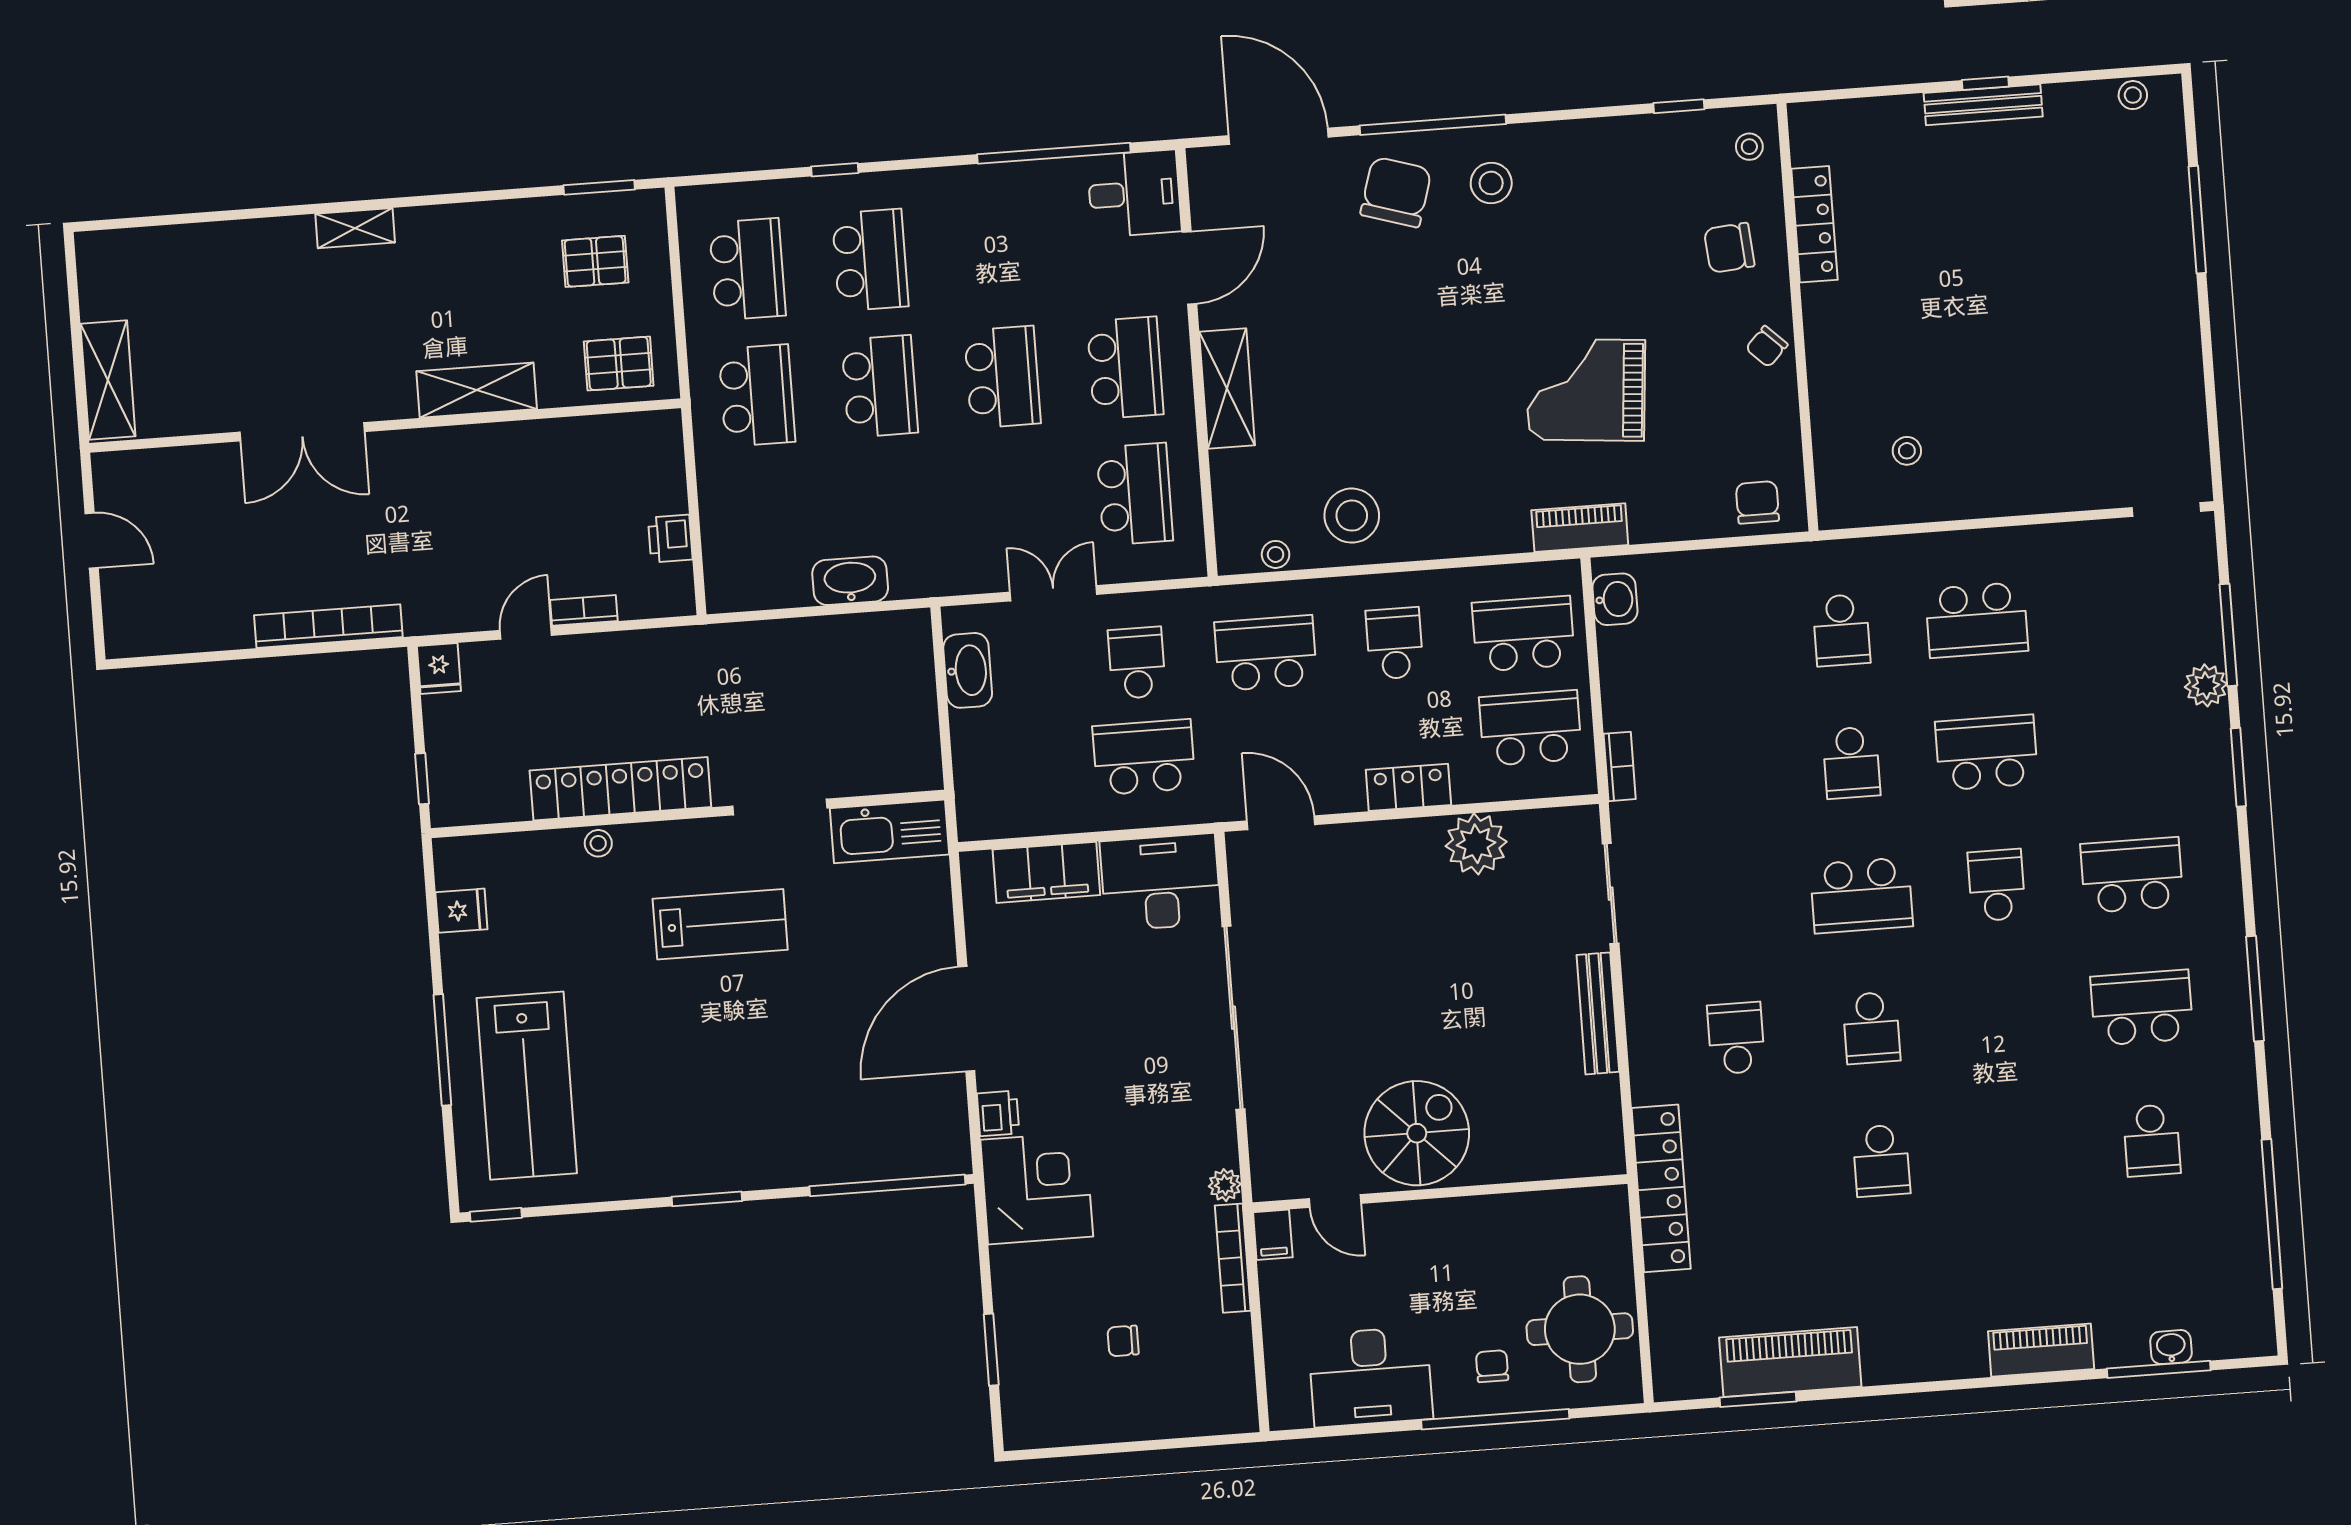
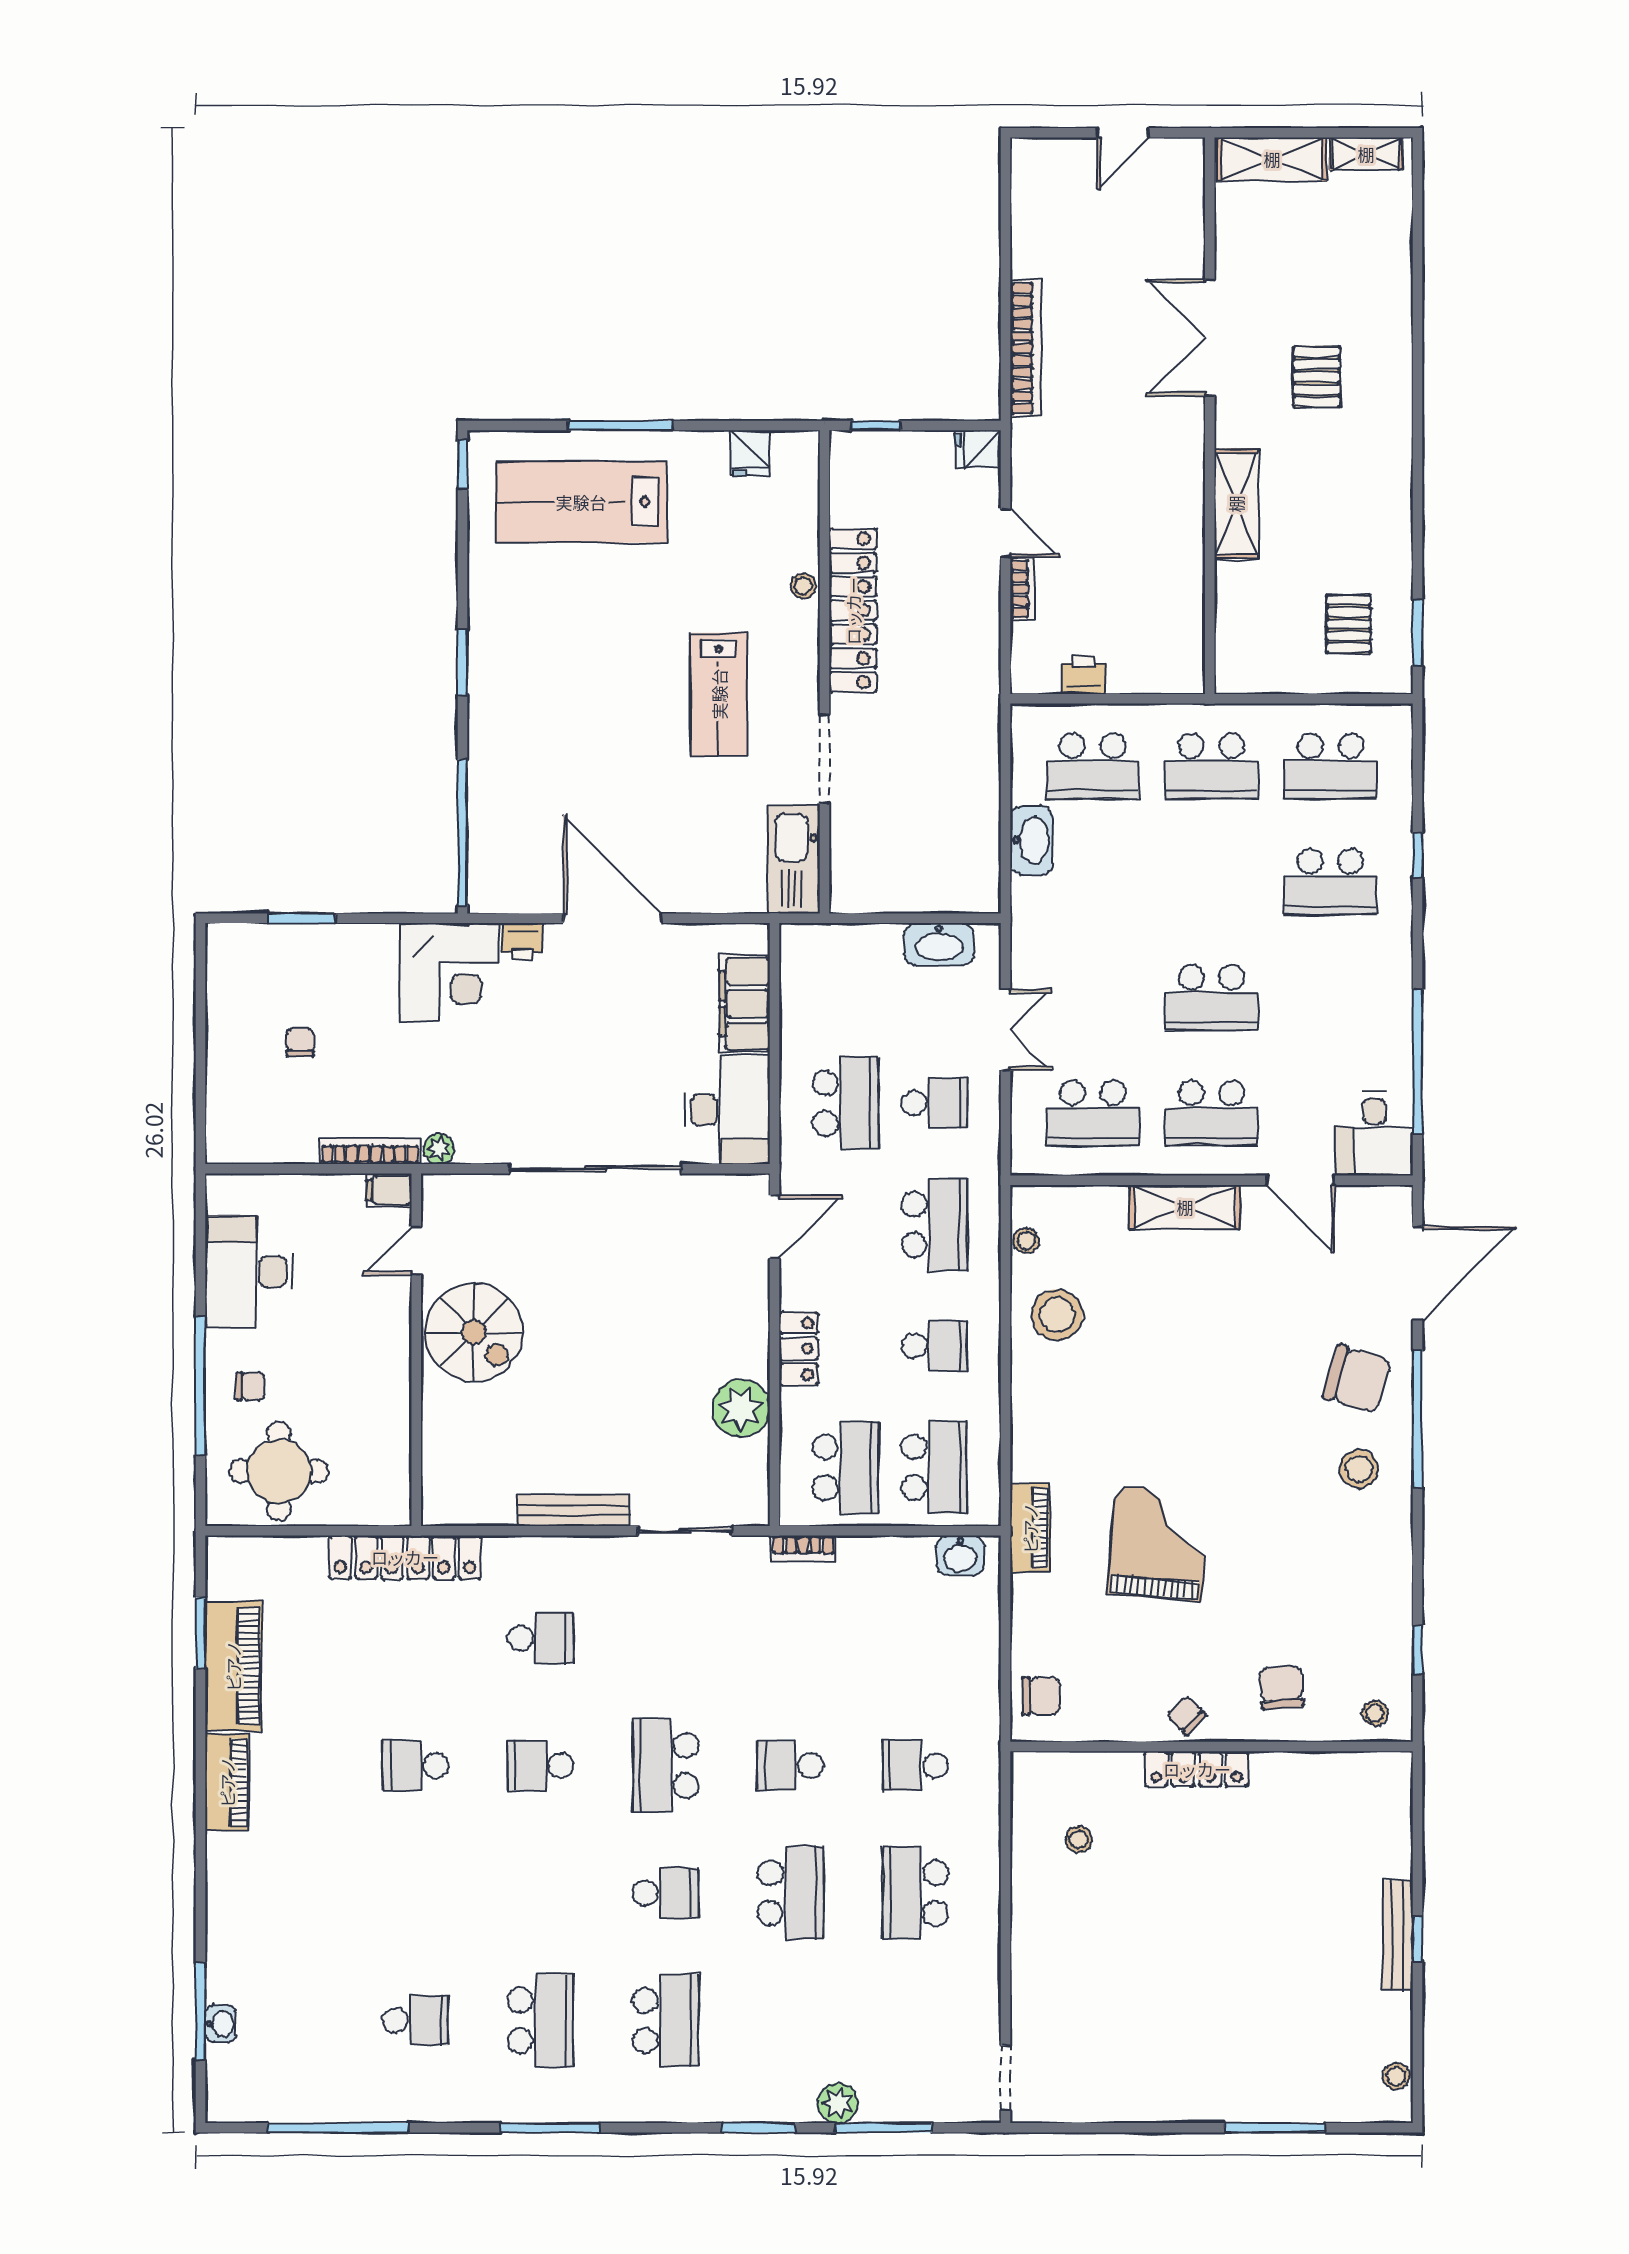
locker: (1814, 224) -> (1197, 1769), moved
shelving: (355, 228) -> (1366, 154), moved, turned 90
pallet: (619, 364) -> (1317, 377), moved
school desk: (880, 386) -> (1093, 766), moved
school desk: (2152, 1140) -> (416, 2020), turned 180
piano: (2041, 1350) -> (227, 1782), moved

